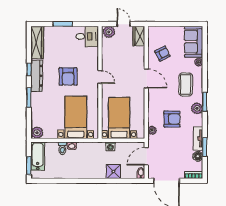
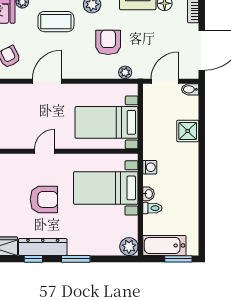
washing machine: (110, 146) -> (150, 167), moved
door: (146, 156) -> (165, 81), swing flipped

